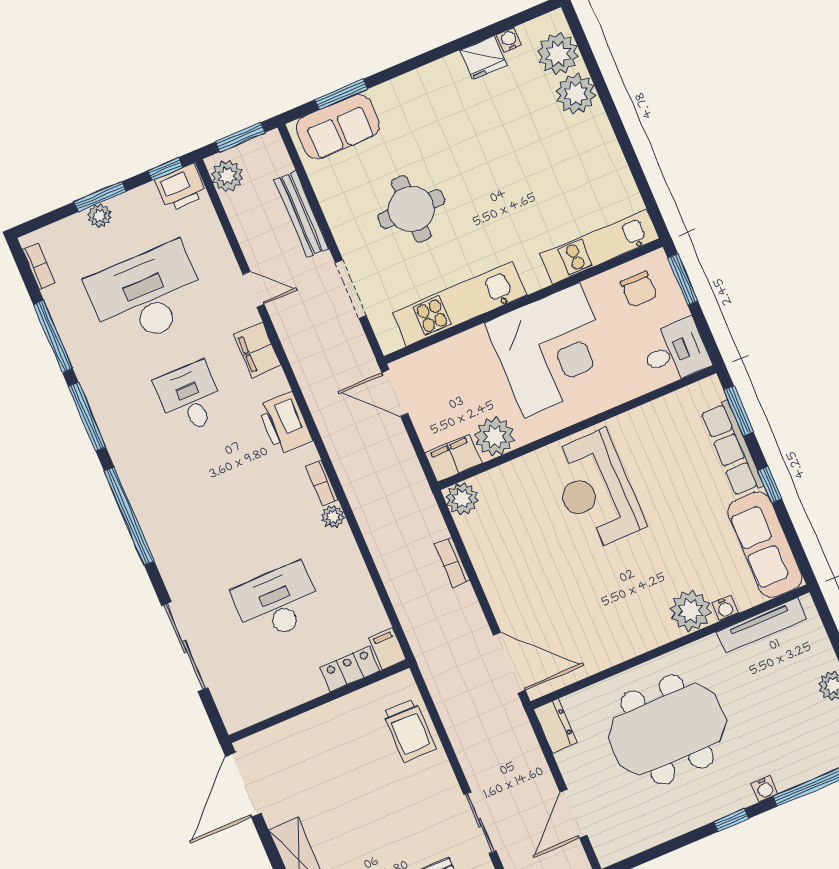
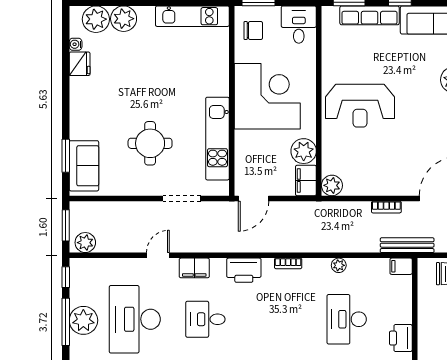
printer: (181, 188) -> (401, 338), moved, turned 180
window: (100, 197) -> (66, 322), width x1.44
bench: (302, 214) -> (407, 245), moved
plant: (100, 216) -> (83, 320), width x1.88, depth x1.88
kitchen unit: (600, 247) -> (192, 16), moved, turned -90
plant: (333, 517) -> (339, 265), moved
bookcase: (452, 562) -> (386, 207), moved
locker: (350, 669) -> (403, 293), removed

